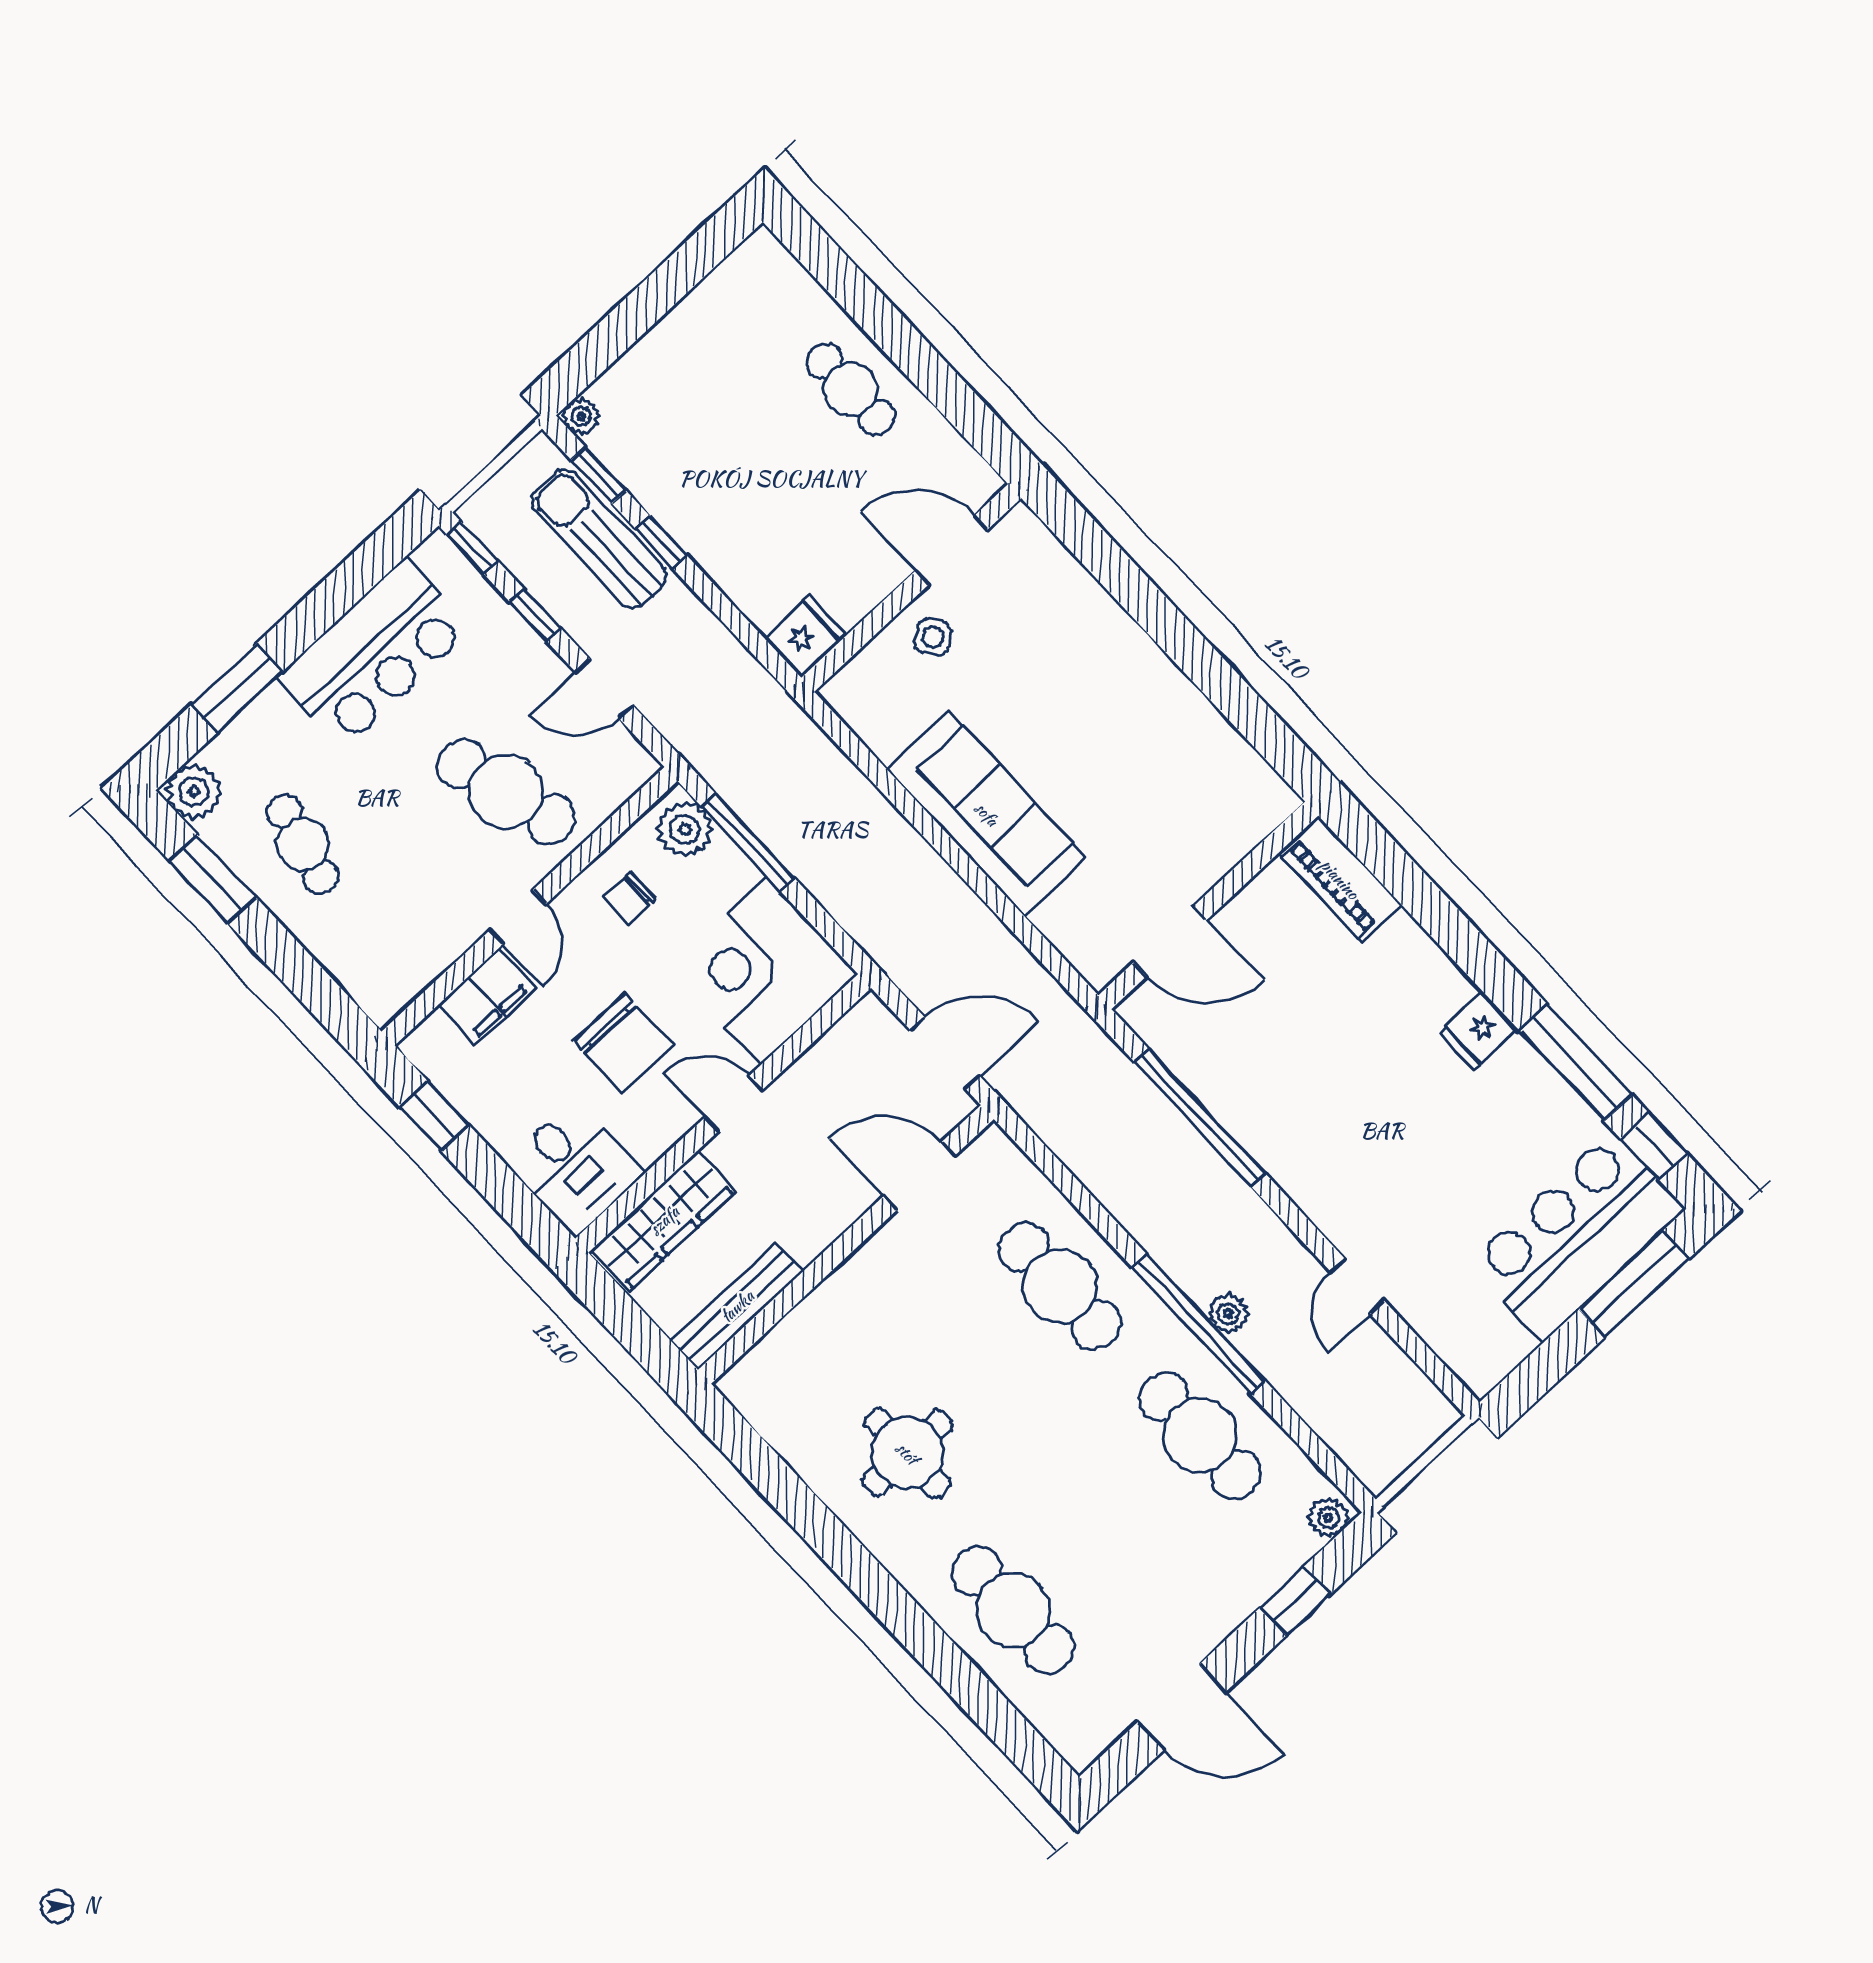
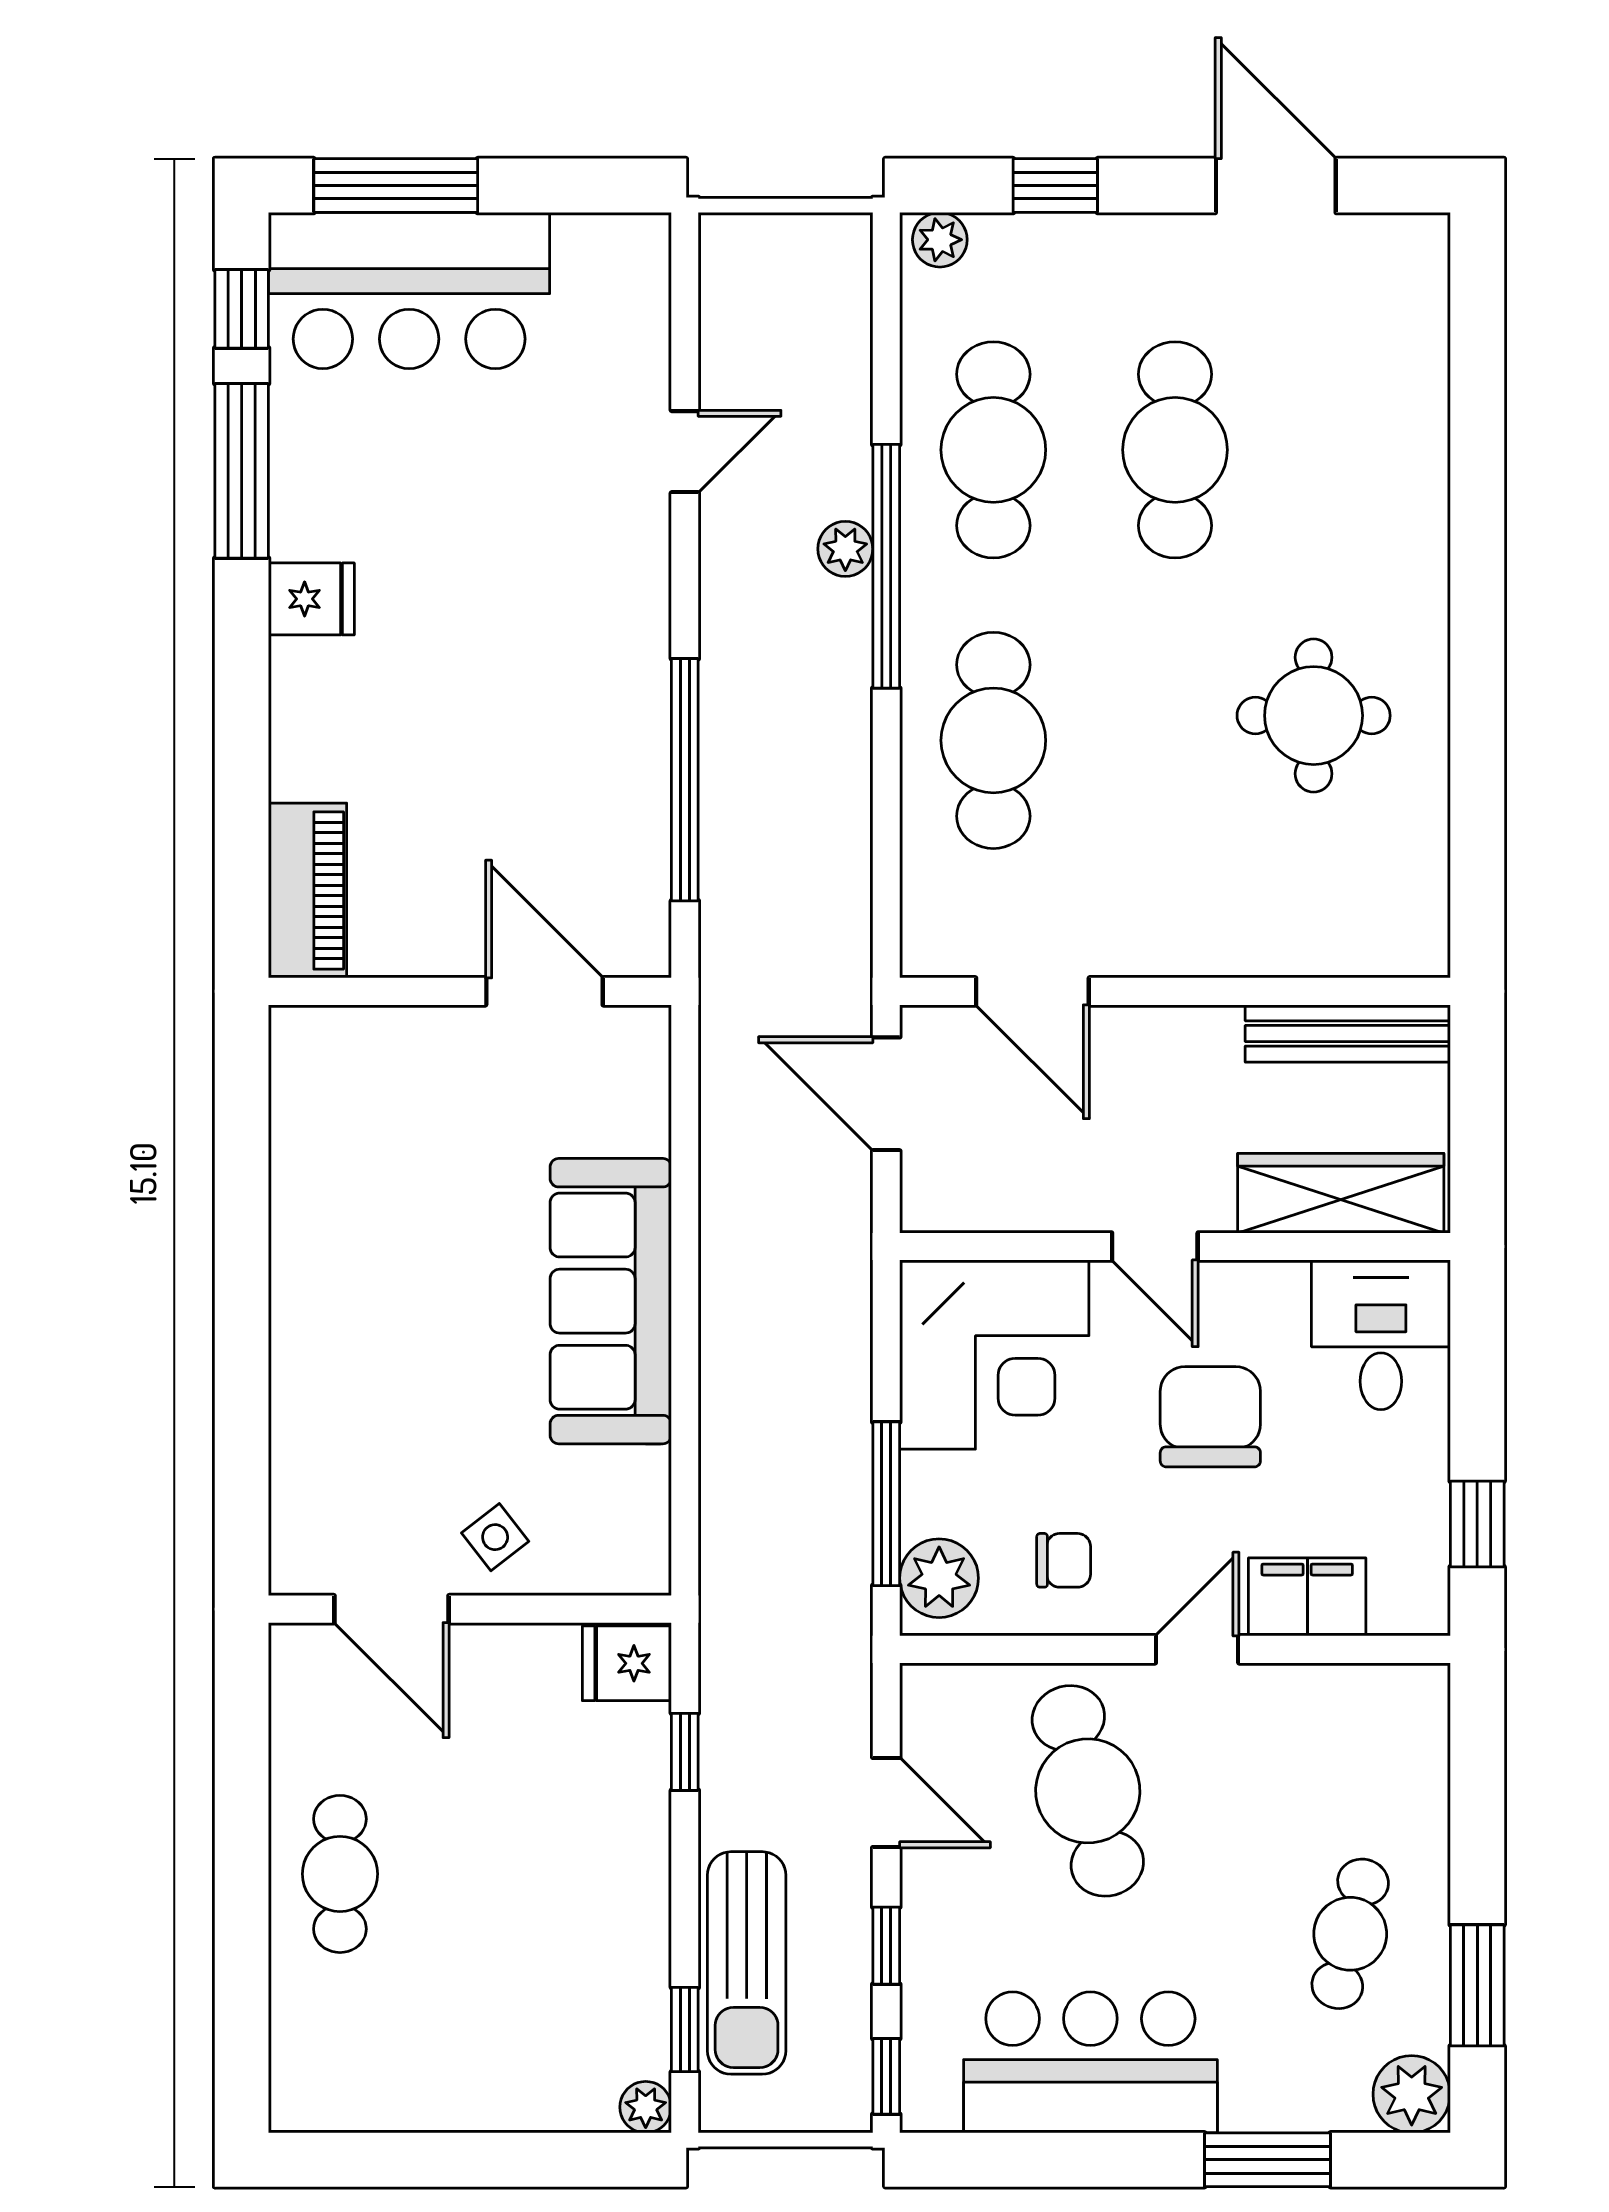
window: (661, 542) -> (685, 1752), moved
cafe table: (1013, 1610) -> (1175, 450), moved

